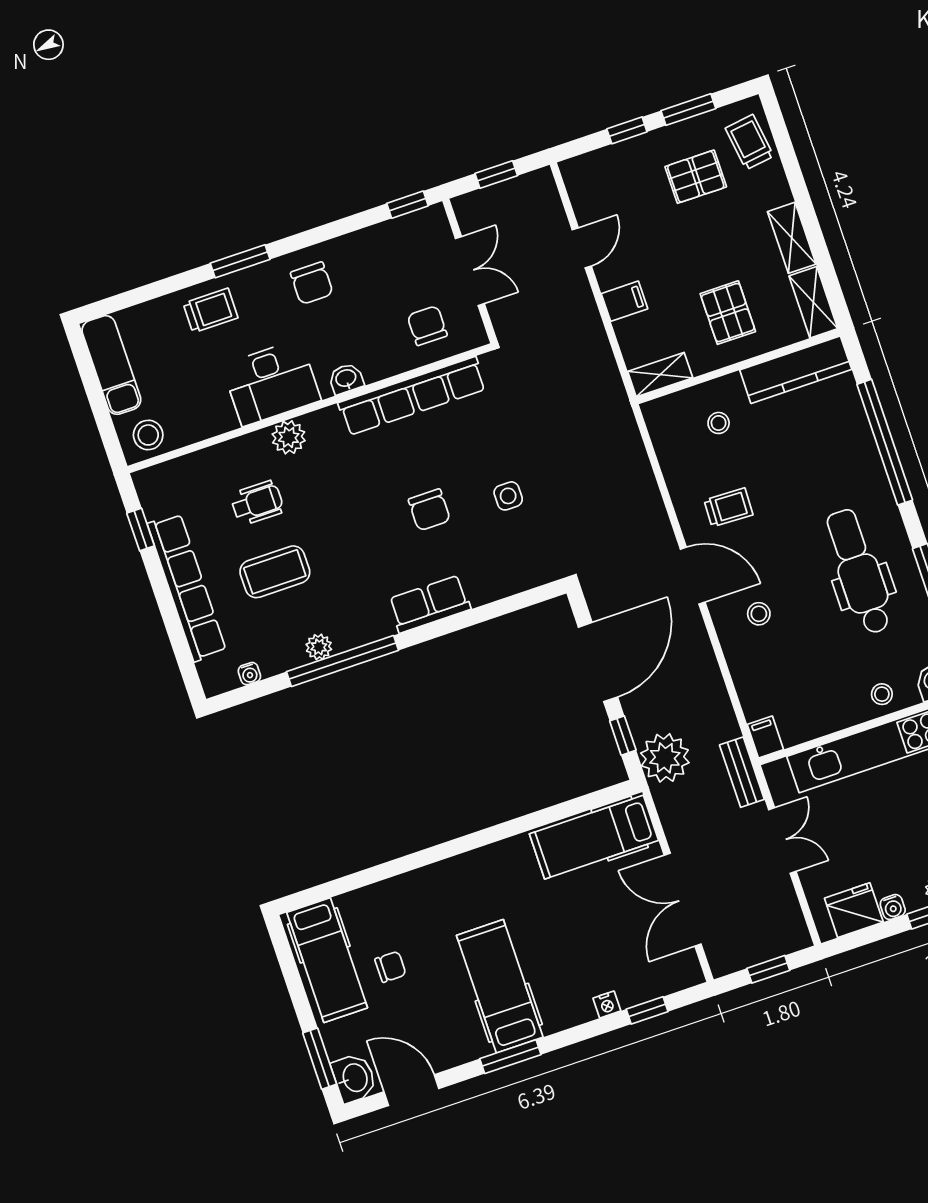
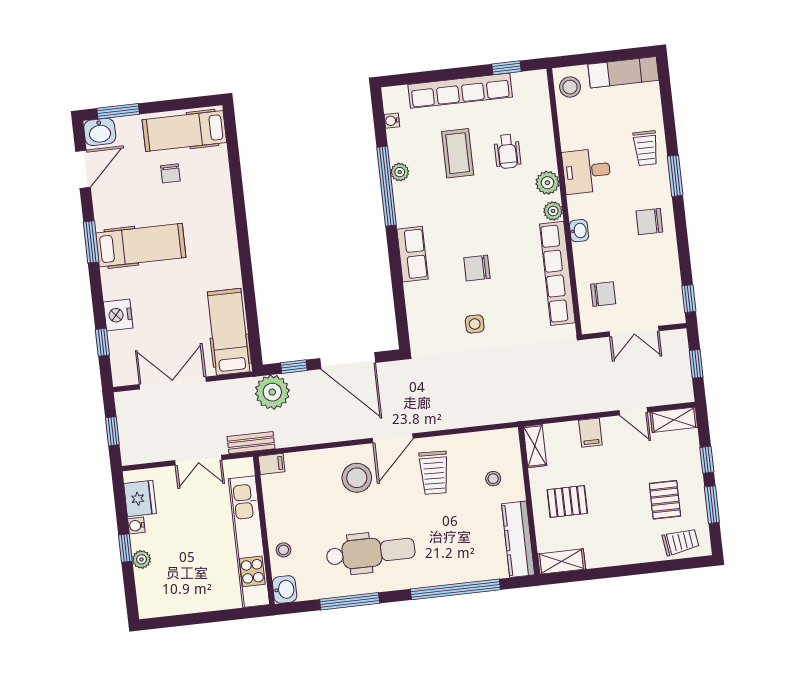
shelving: (792, 238) -> (674, 420), moved
desk: (271, 383) -> (587, 171), width x0.73
plant: (327, 421) -> (553, 211), added
trolley: (728, 507) -> (434, 473), width x1.36, depth x1.39
stool: (759, 614) -> (357, 478), width x1.89, depth x1.89
nightstand: (607, 1005) -> (118, 315), width x1.89, depth x1.79

